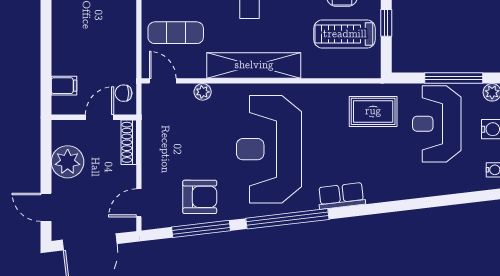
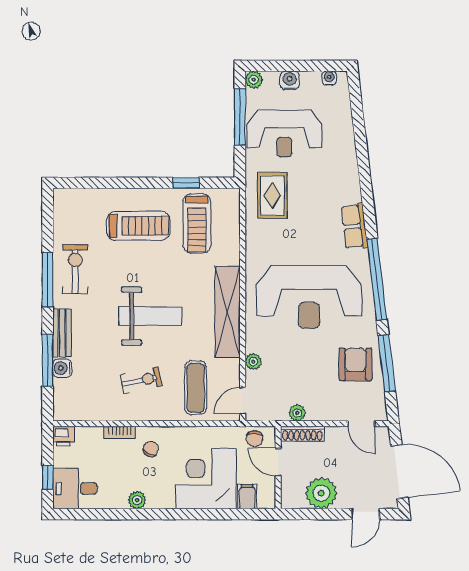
corner desk: (82, 43) -> (206, 479), added
plant: (150, 137) -> (297, 413), added

